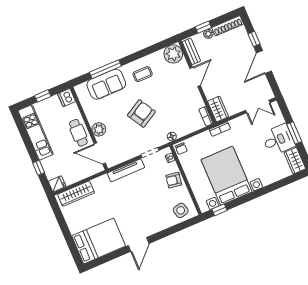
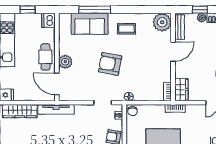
armchair: (141, 113) -> (110, 64), turned -139
tv unit: (126, 170) -> (56, 109), moved

